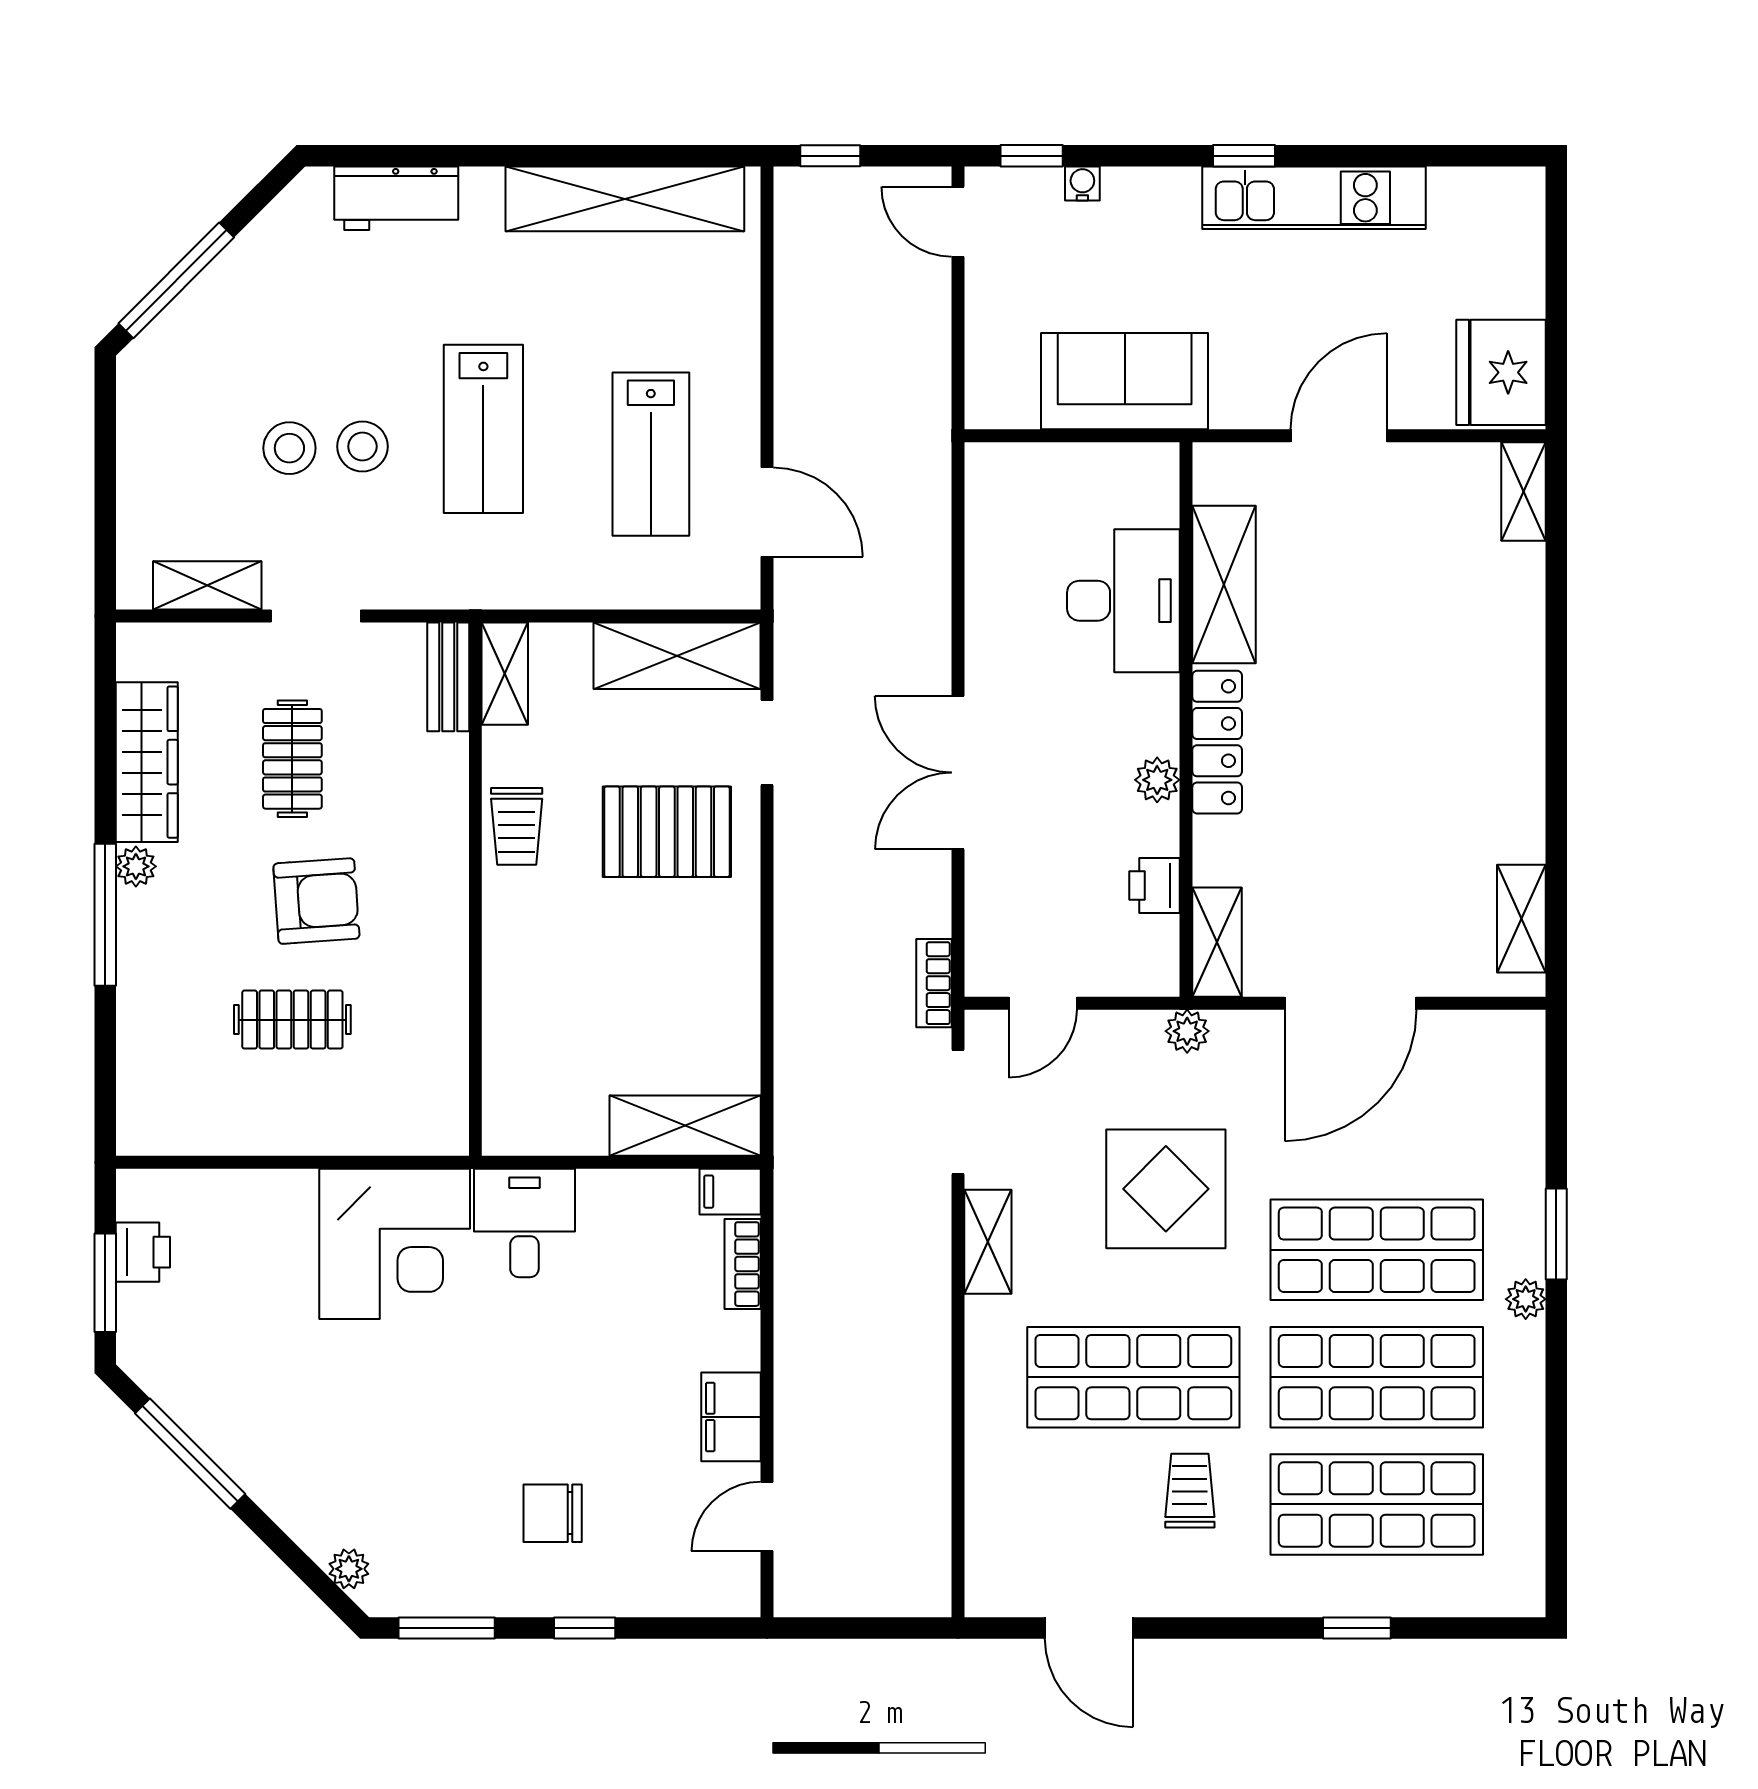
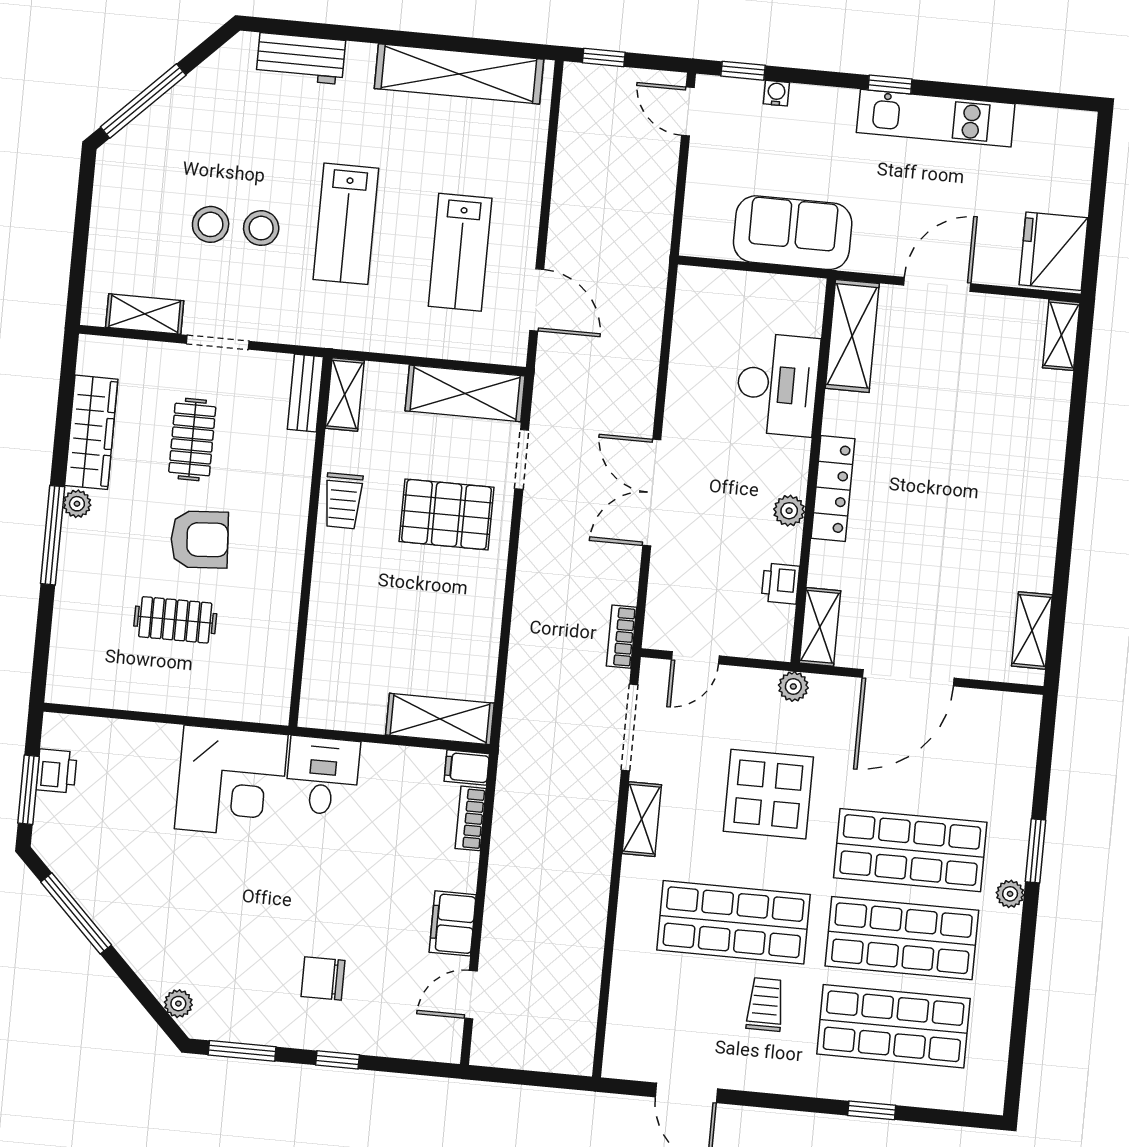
shelving: (1224, 585) -> (852, 336), moved

